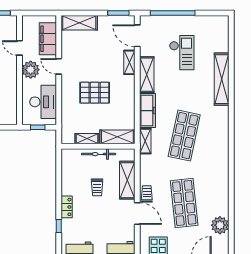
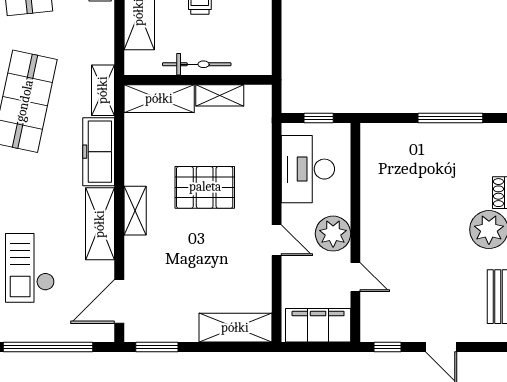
door: (137, 36) -> (119, 301), swing flipped
filing cabinet: (48, 39) -> (318, 325), moved, turned -90
shelving: (129, 62) -> (135, 211), moved

